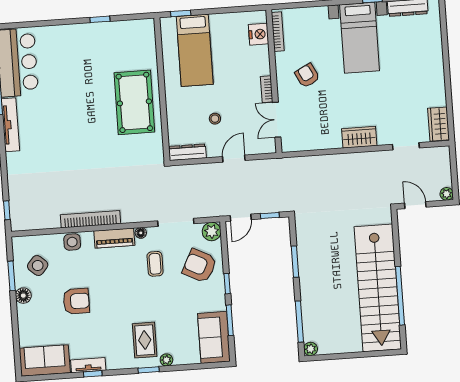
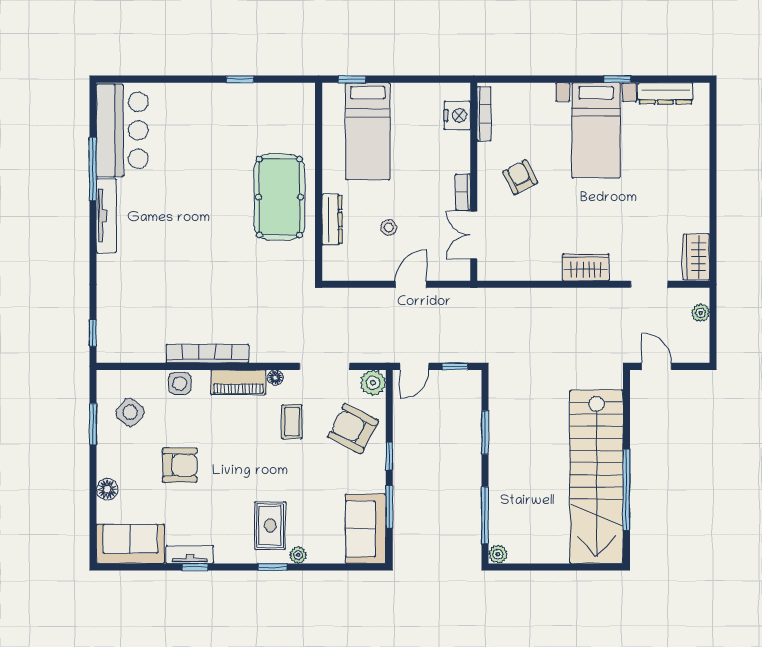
dresser: (187, 152) -> (332, 219), moved, turned 90
plant: (447, 194) -> (701, 313), moved
floor lamp: (23, 296) -> (107, 489), moved

